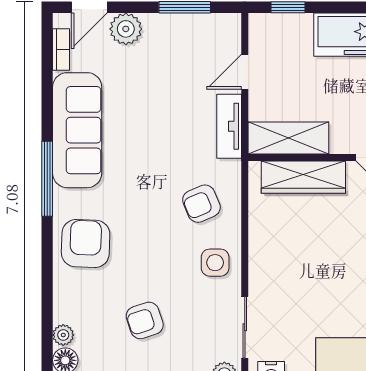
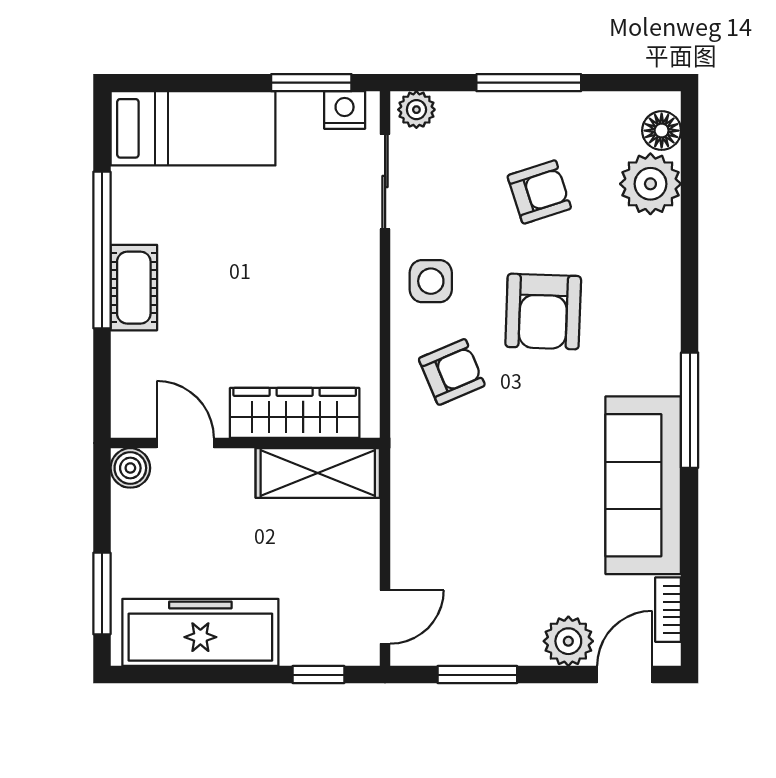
door: (245, 72) -> (385, 617), moved
tv unit: (229, 126) -> (409, 491), removed
armchair: (86, 243) -> (543, 312), moved
plant: (63, 335) -> (650, 184), width x1.88, depth x1.88

